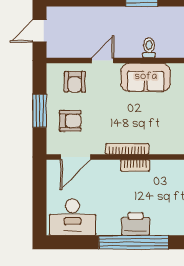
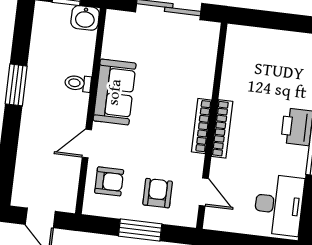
door: (103, 61) -> (87, 143), hinge flipped
door: (76, 157) -> (204, 192), width x0.73
bookcase: (135, 165) -> (222, 129), width x1.56

